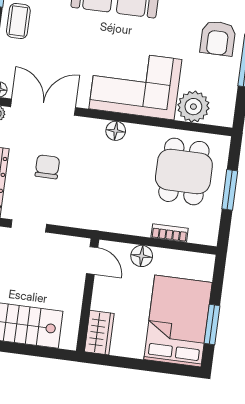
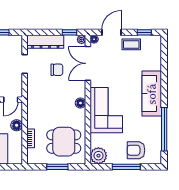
double door: (43, 107) -> (88, 63), swing flipped
plant: (193, 107) -> (98, 156), moved

